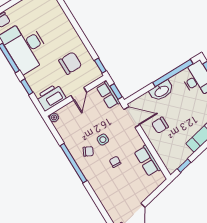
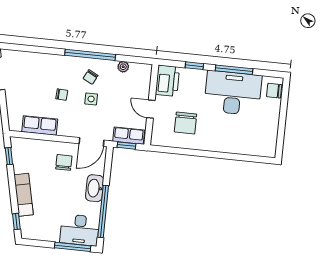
window: (100, 66) -> (162, 149), removed
plant: (54, 117) -> (123, 67), moved

